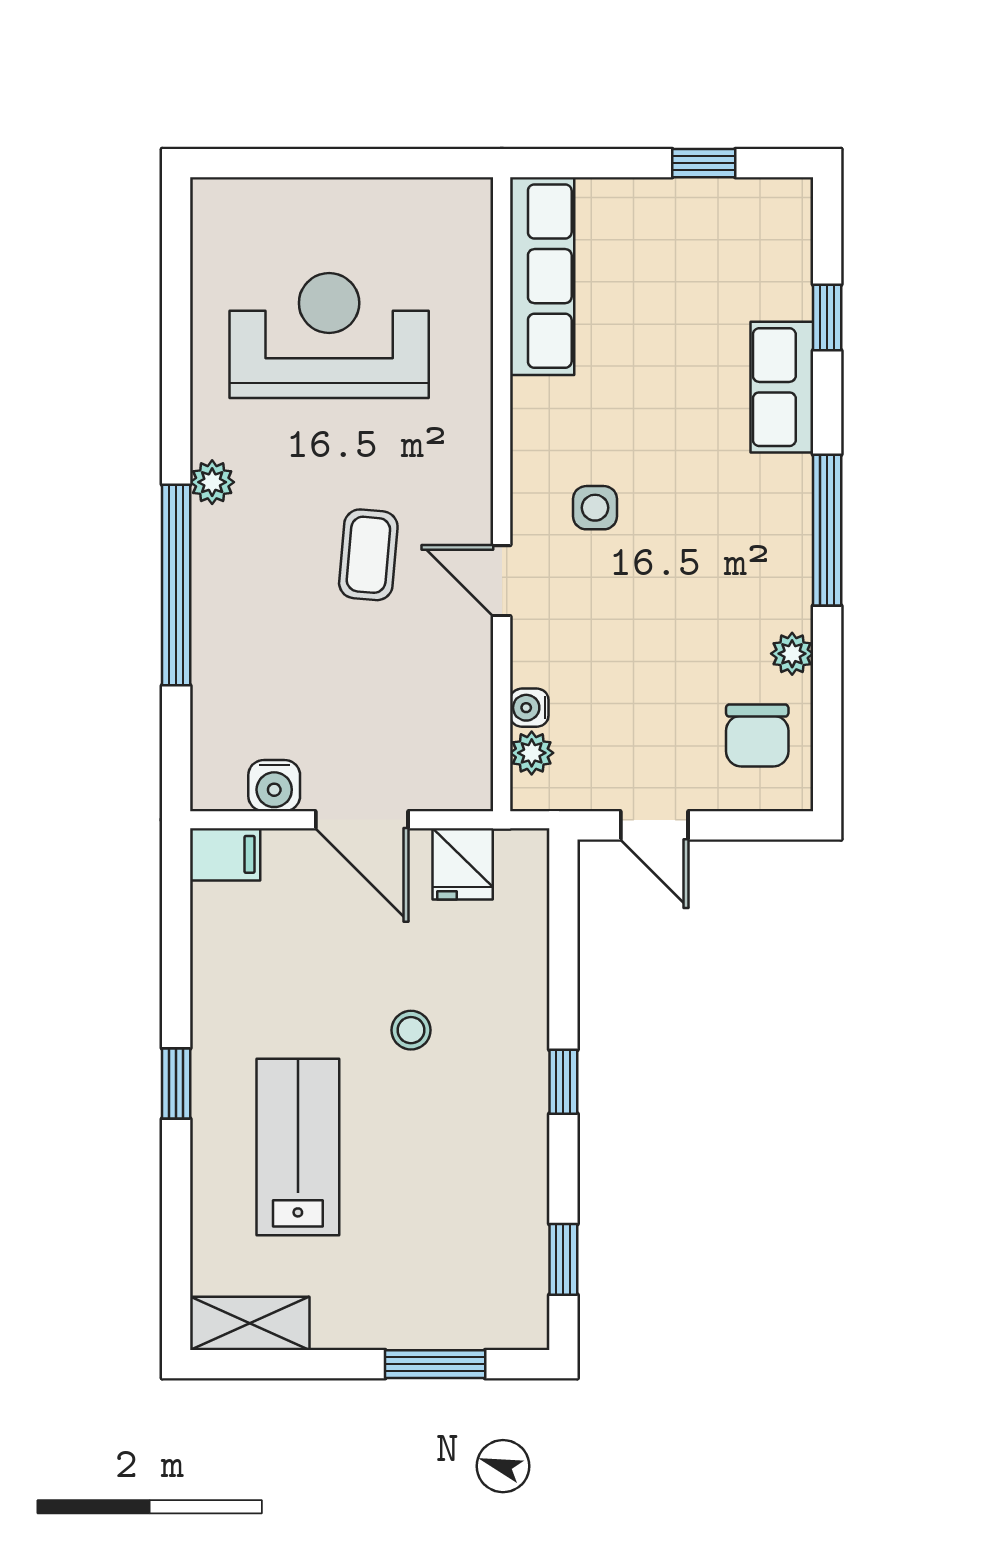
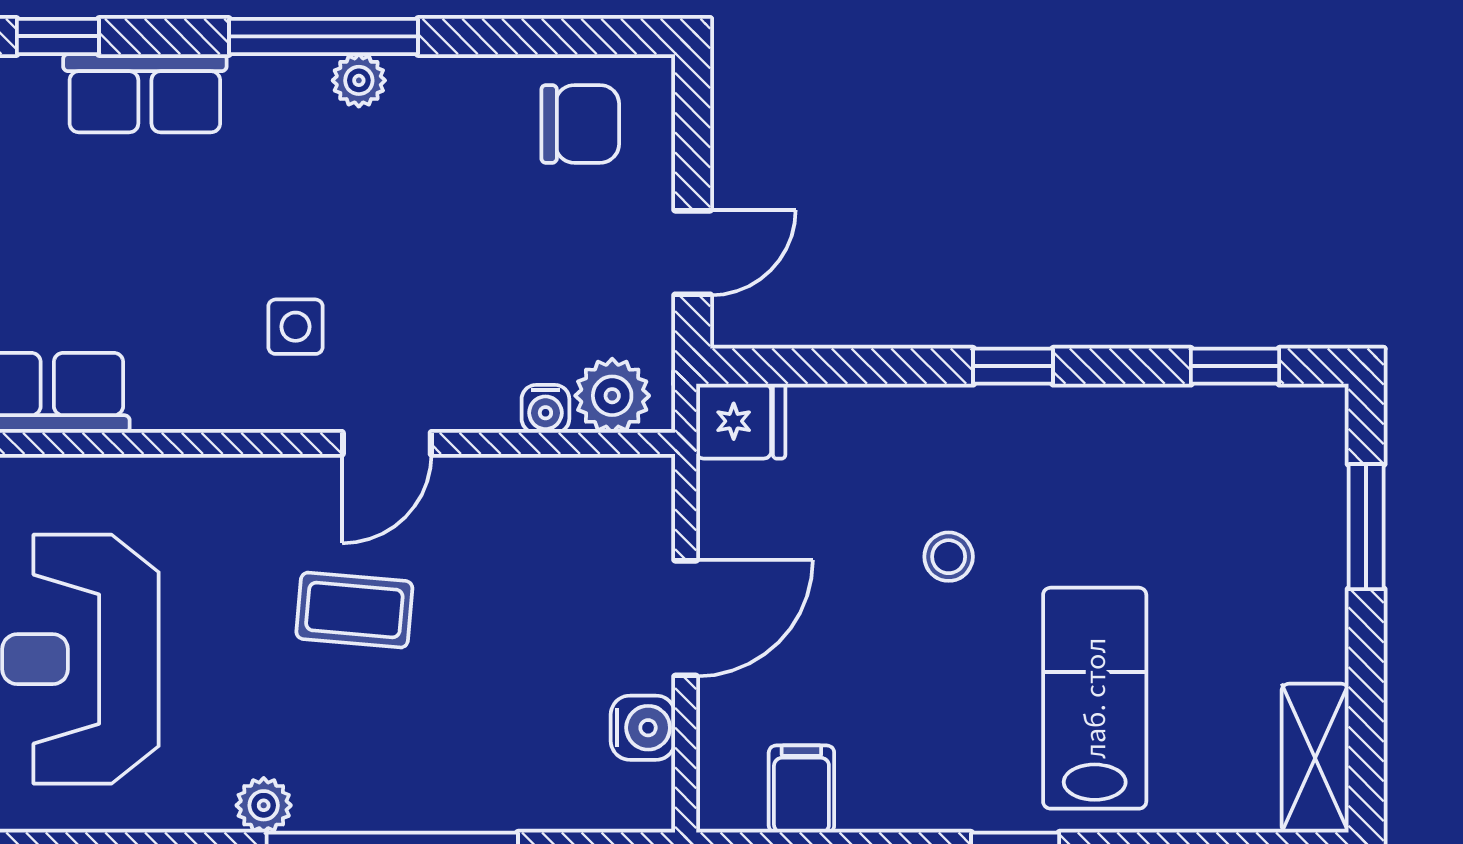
plant: (792, 654) -> (359, 80), moved
plant: (532, 753) -> (612, 396), width x1.38, depth x1.38
filing cabinet: (225, 854) -> (801, 789), moved
fridge: (463, 864) -> (741, 421), moved
lab bench: (298, 1147) -> (1095, 698), turned 90

